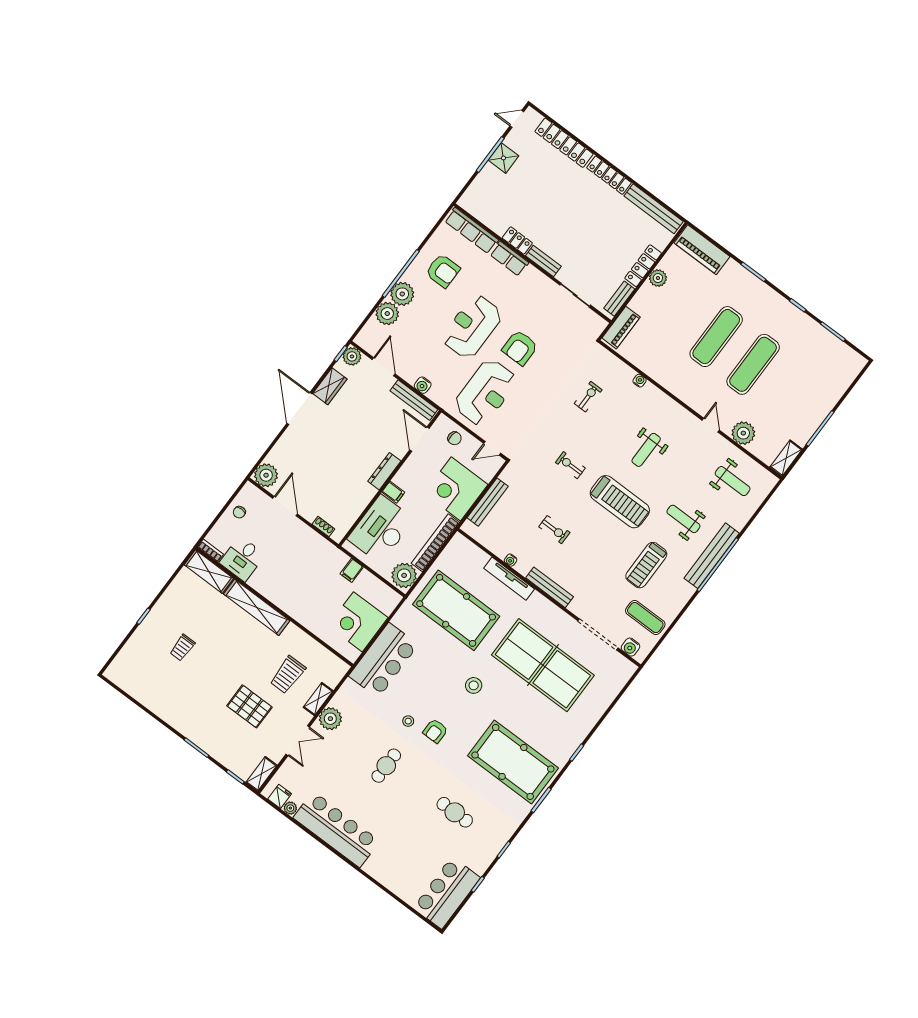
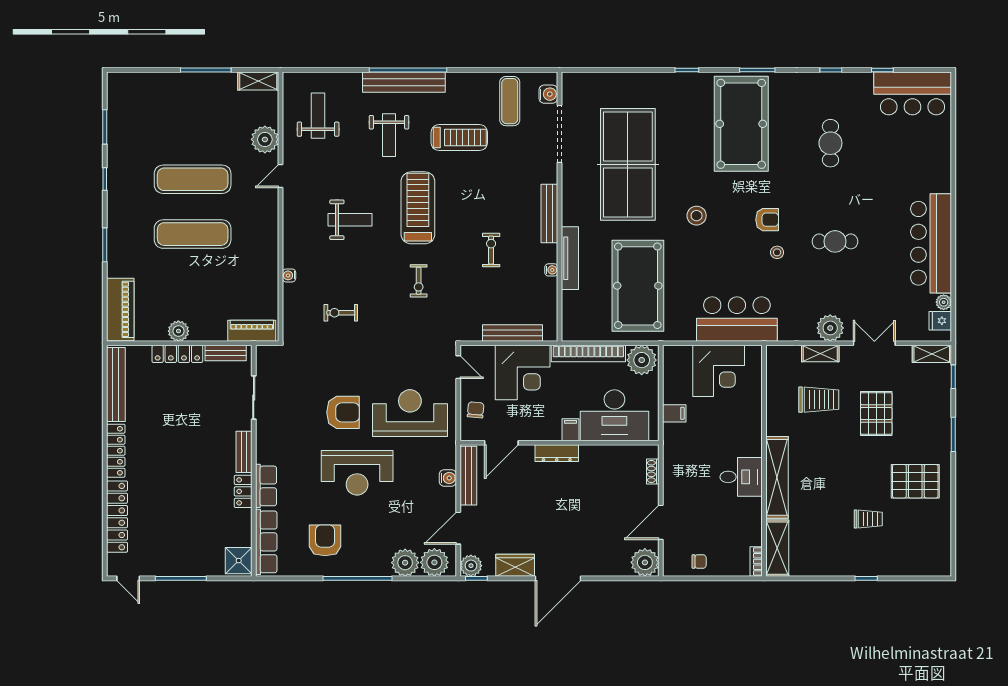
shower: (503, 158) -> (239, 561), moved
plant: (402, 294) -> (434, 562), moved
desk: (242, 559) -> (741, 477), moved
pallet: (184, 698) -> (915, 481), added

